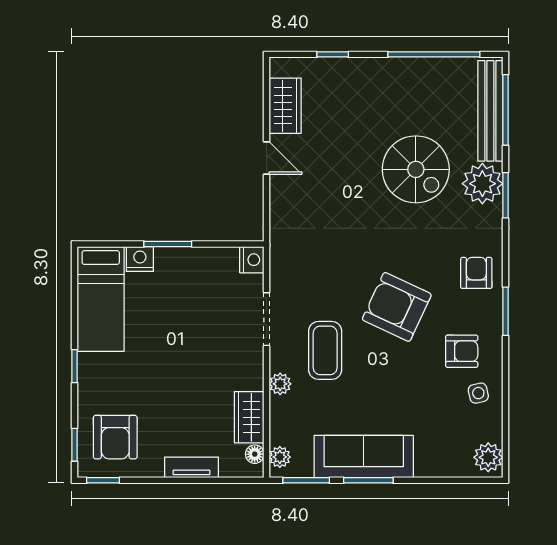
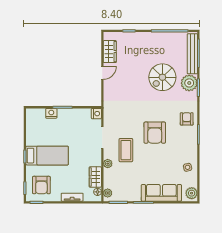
door: (267, 158) -> (102, 73), hinge flipped
spiral stairs: (416, 169) -> (162, 77), turned 90
bed: (101, 299) -> (47, 156), moved, turned -90
armchair: (397, 307) -> (155, 133), turned -115
armchair: (462, 351) -> (181, 150), removed
sofa: (364, 457) -> (161, 193), moved

